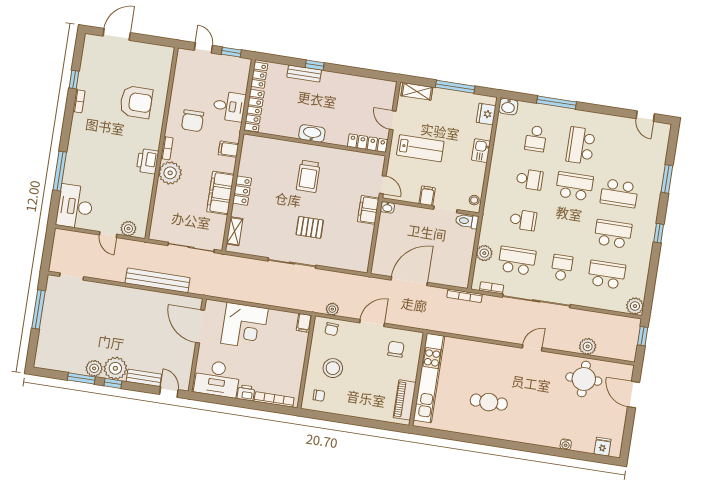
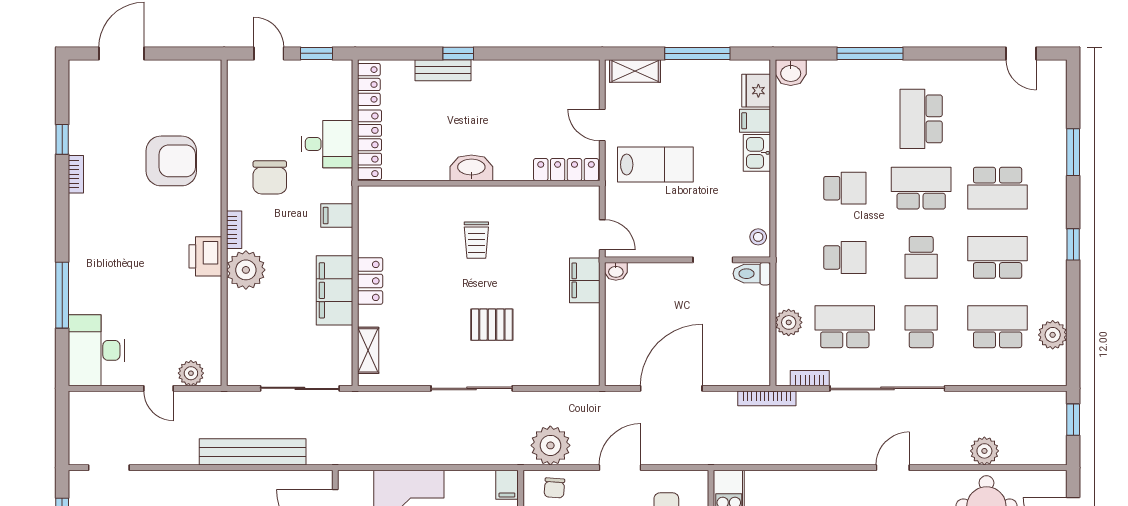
school desk: (536, 139) -> (921, 257), moved
trolley: (308, 176) -> (476, 240), width x0.73, depth x0.72
filing cabinet: (427, 196) -> (755, 121), moved, turned -90
plant: (635, 306) -> (1053, 335), moved
plant: (332, 309) -> (550, 445), width x1.87, depth x1.87

